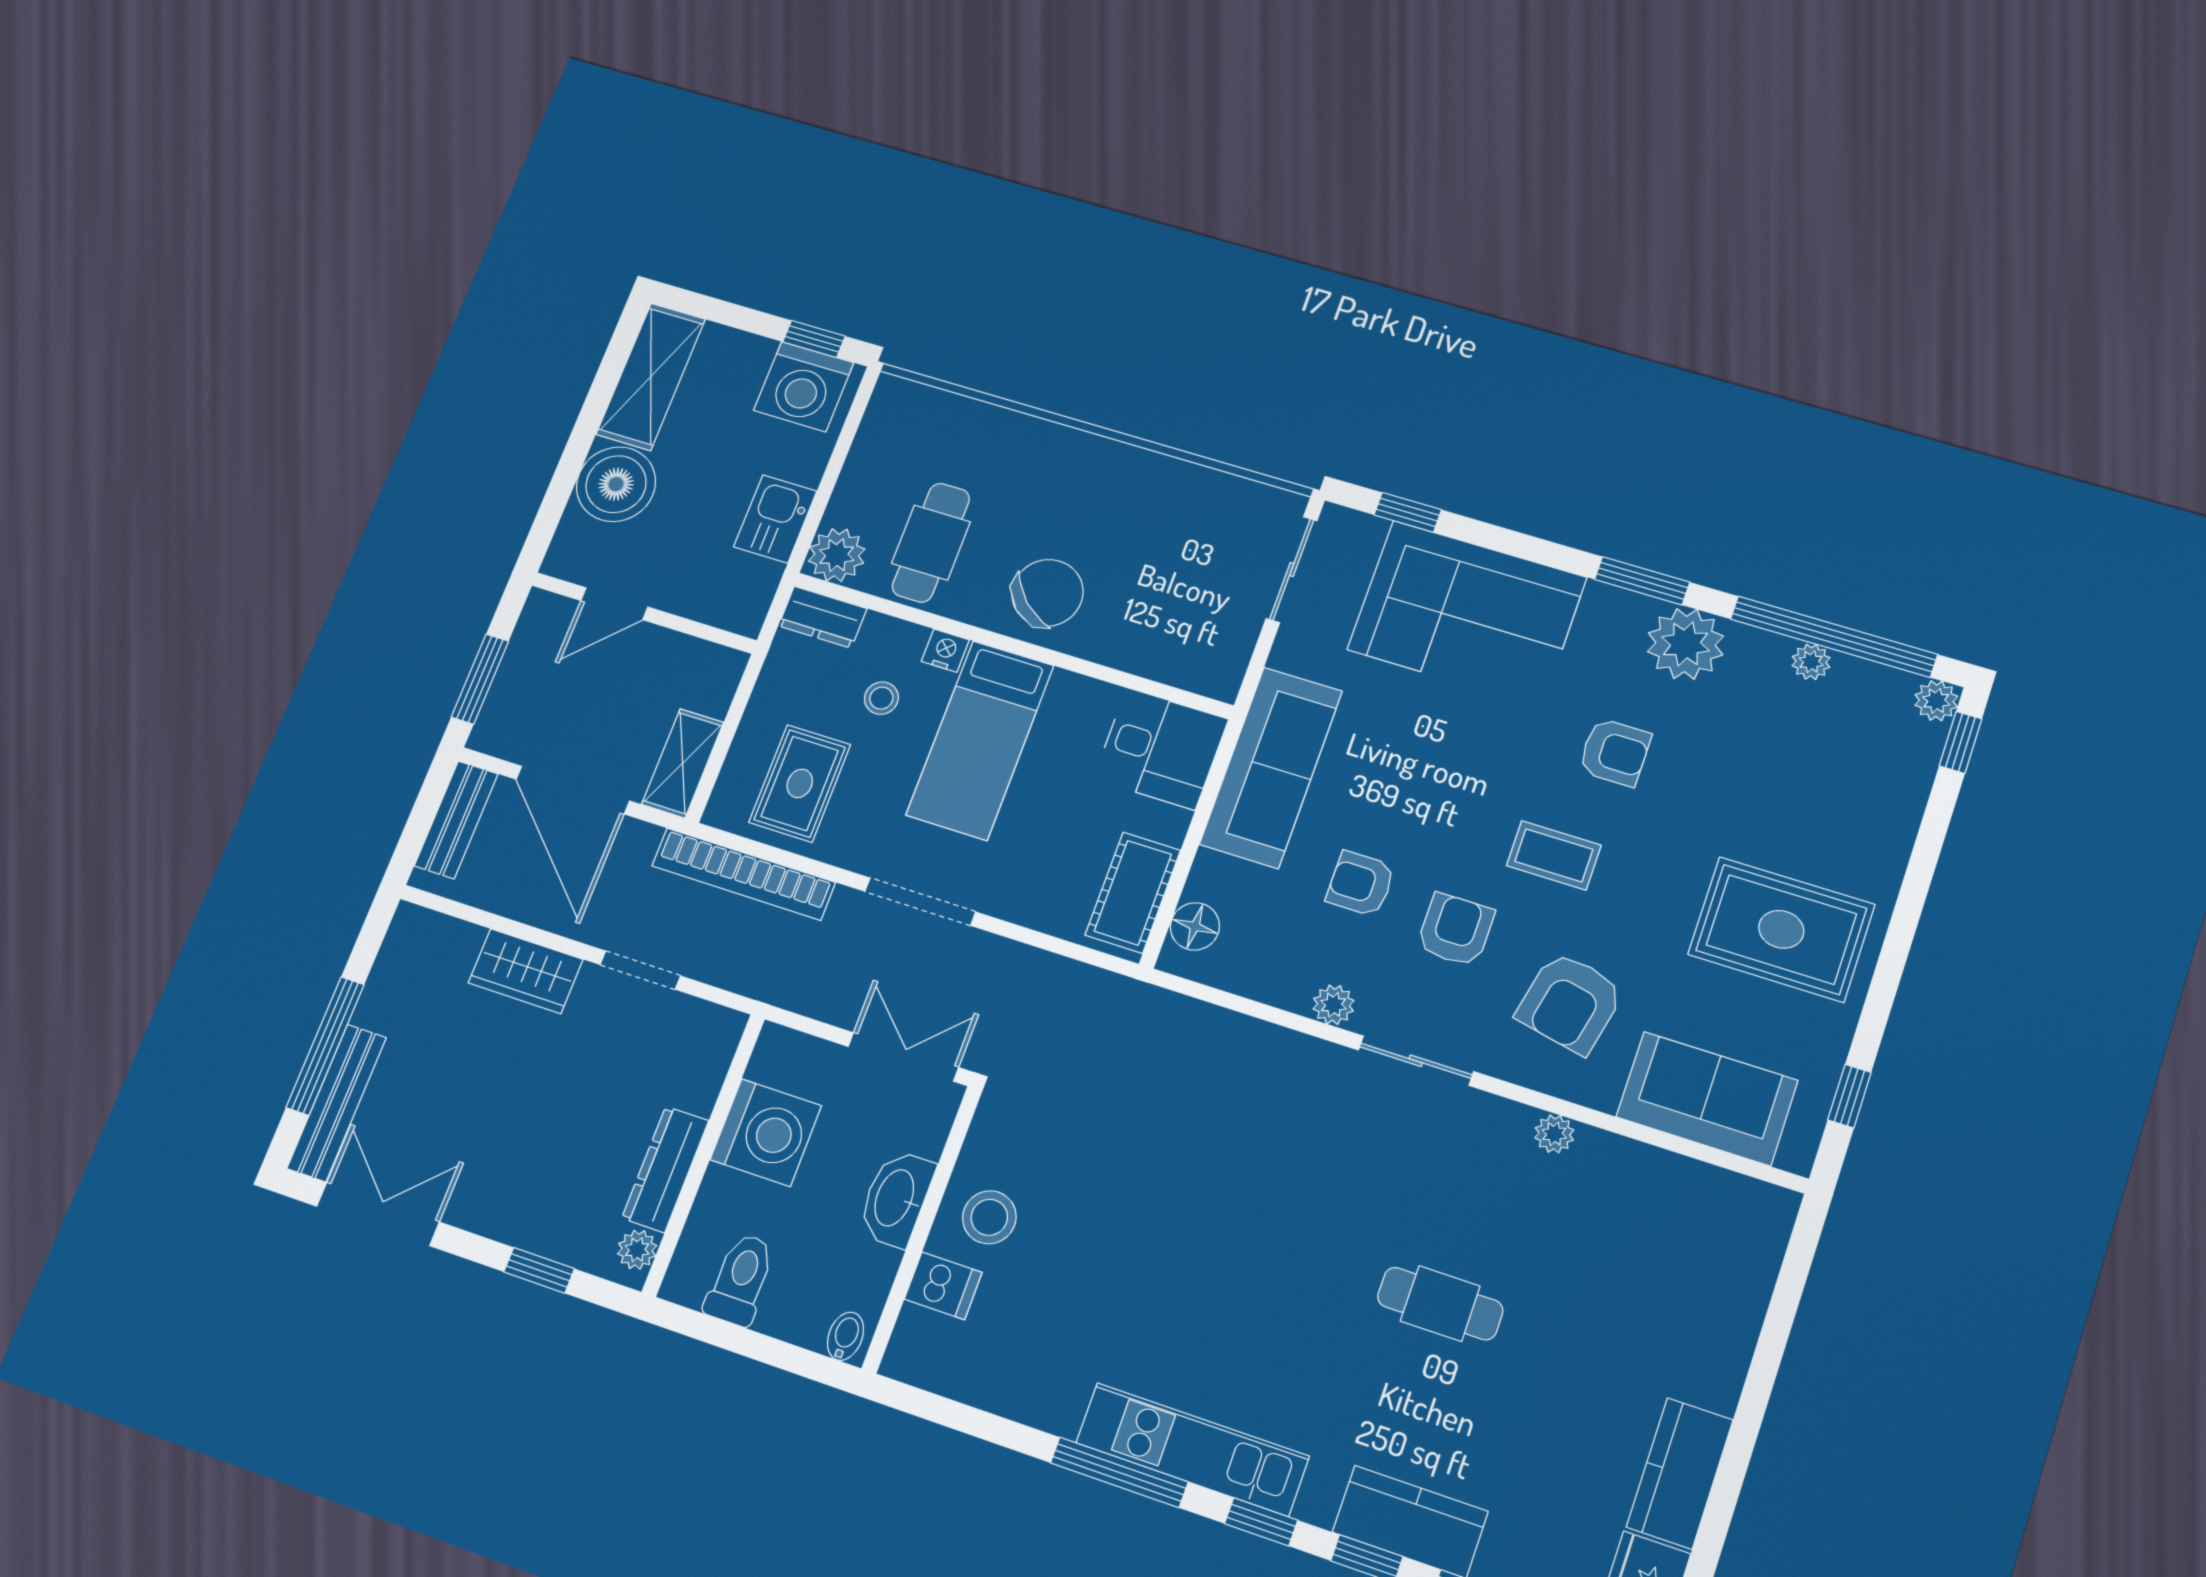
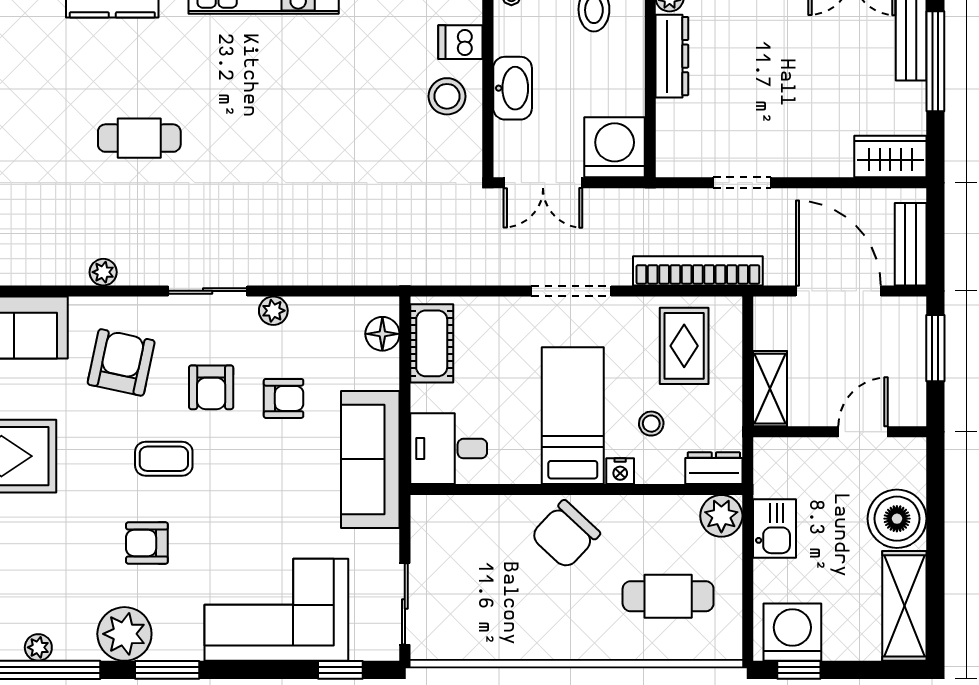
cafe table: (931, 543) -> (668, 596), moved, turned 90
shelving: (683, 763) -> (770, 389), moved
wardrobe: (526, 971) -> (890, 156), moved
washing machine: (766, 1133) -> (615, 147), moved, turned 90

